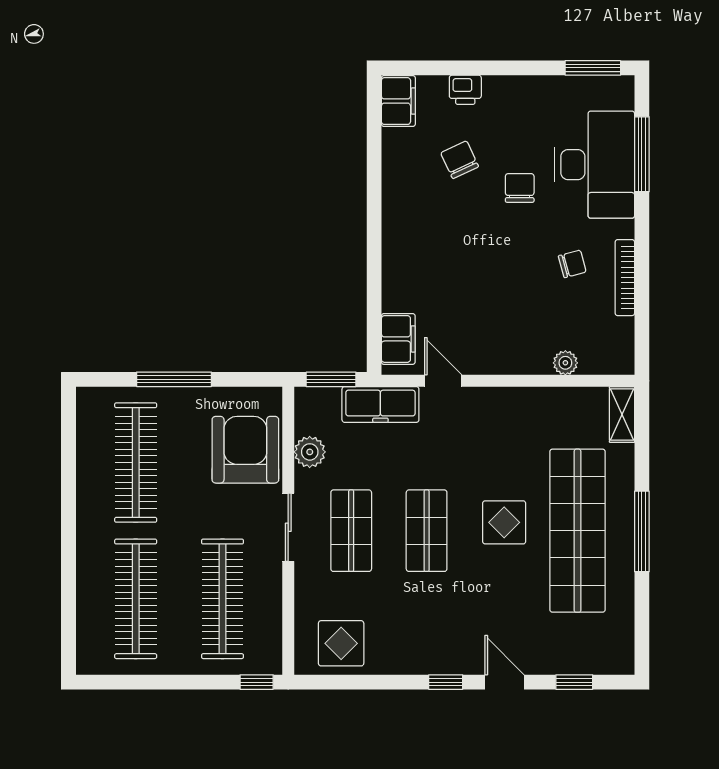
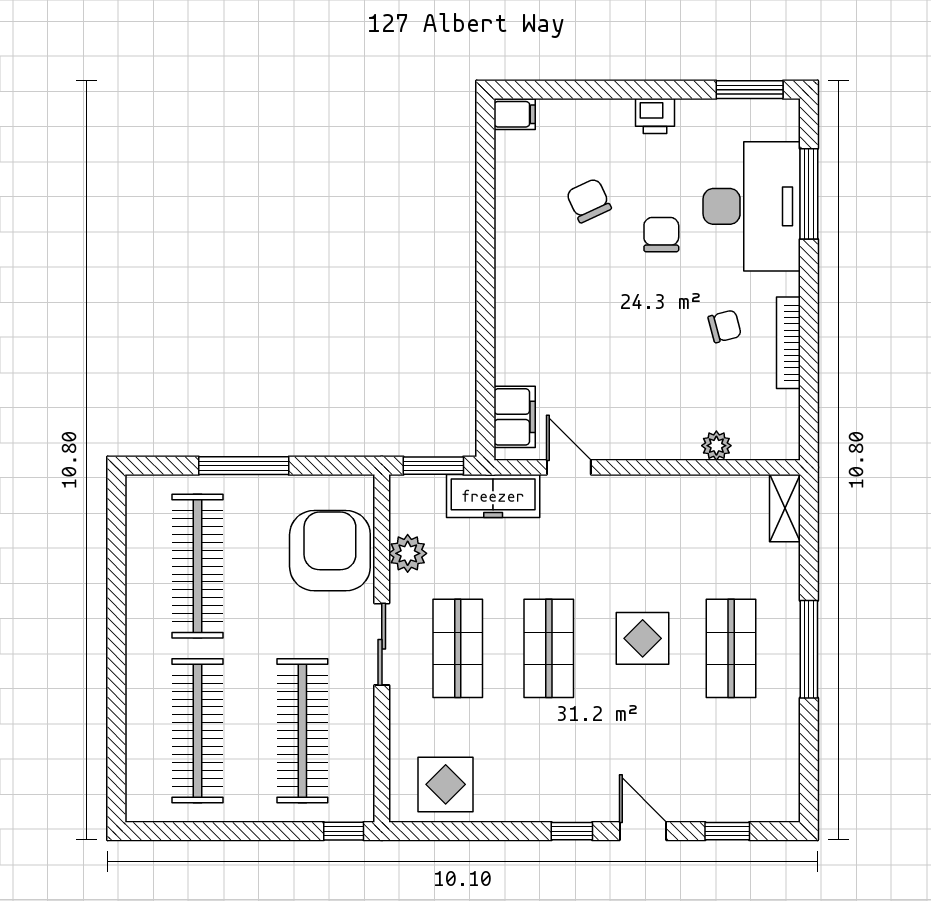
printer: (465, 90) -> (655, 116), moved
filing cabinet: (398, 101) -> (515, 114), width x0.50
shop shelf: (577, 531) -> (731, 648), width x0.50, depth x0.74

